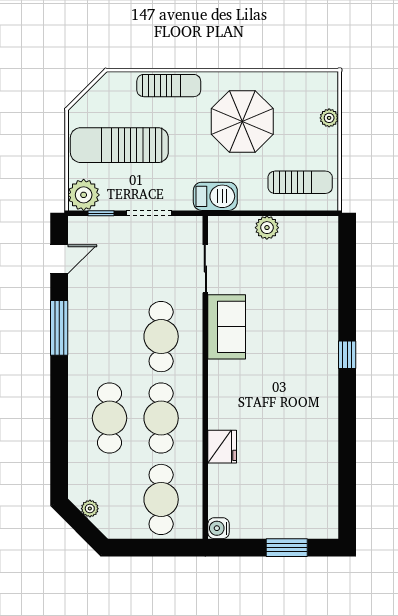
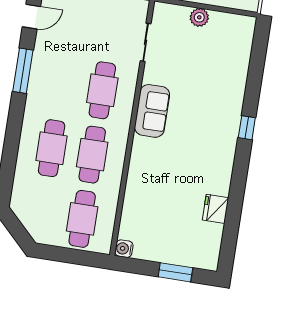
sofa: (227, 327) -> (152, 111), moved
fridge: (222, 447) -> (216, 209), moved, turned 180
plant: (90, 509) -> (25, 217), removed

